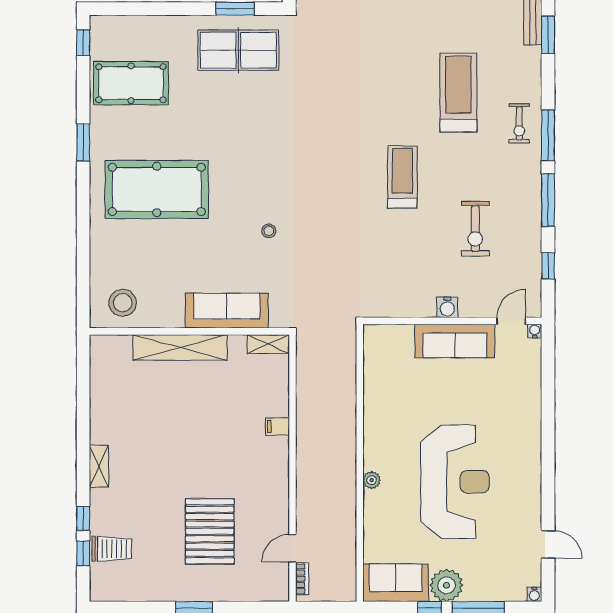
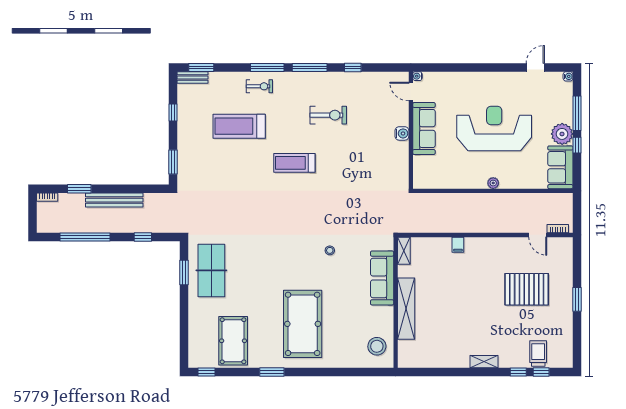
water cooler: (447, 307) -> (402, 133), moved
wall: (452, 321) -> (411, 130), moved
door: (511, 321) -> (411, 92), moved
water cooler: (535, 331) -> (417, 76), moved
sofa: (455, 341) -> (424, 128), moved

